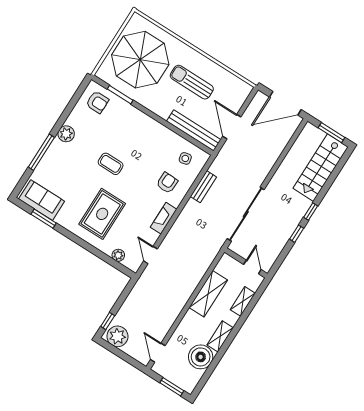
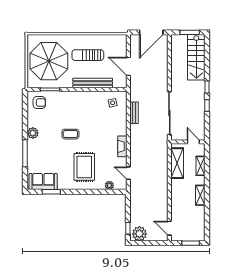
bench: (194, 130) -> (93, 83), moved
armchair: (167, 183) -> (111, 124), removed
shelving: (208, 294) -> (177, 163), moved
boiler: (201, 357) -> (196, 215), removed

